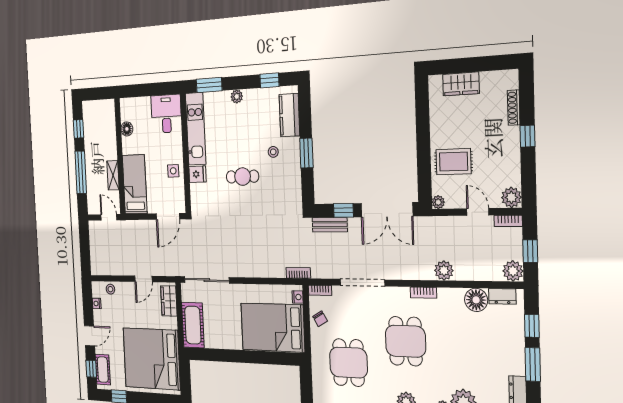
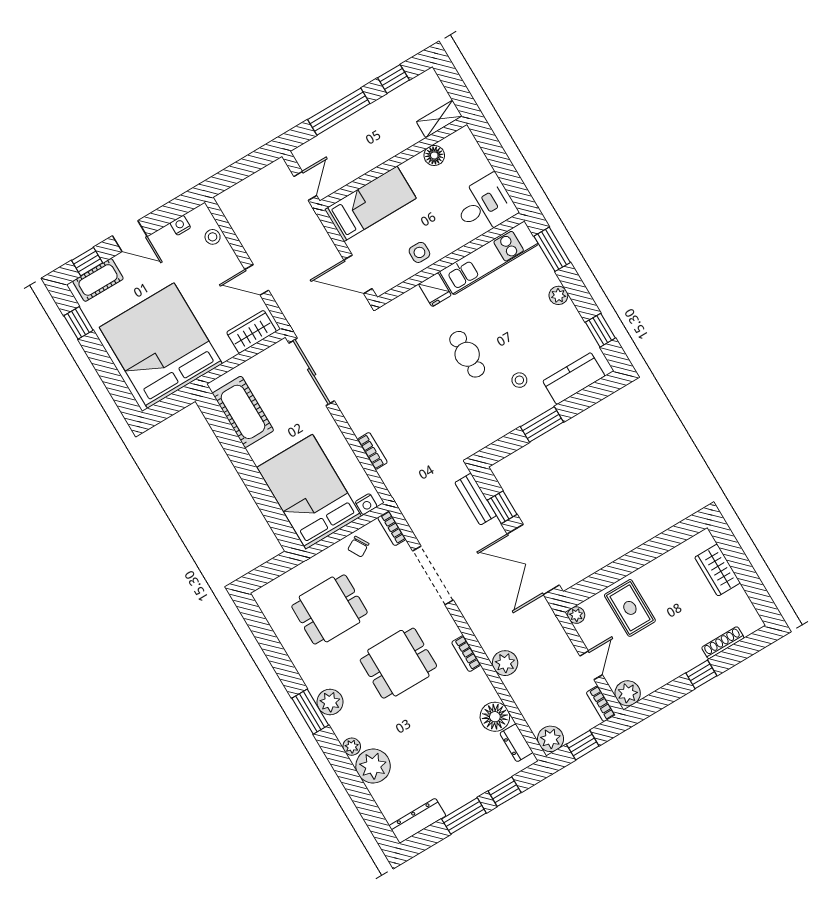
shelving: (113, 175) -> (439, 119), moved
bookcase: (298, 273) -> (372, 451), moved
cot: (193, 325) -> (243, 412), moved, turned 90

